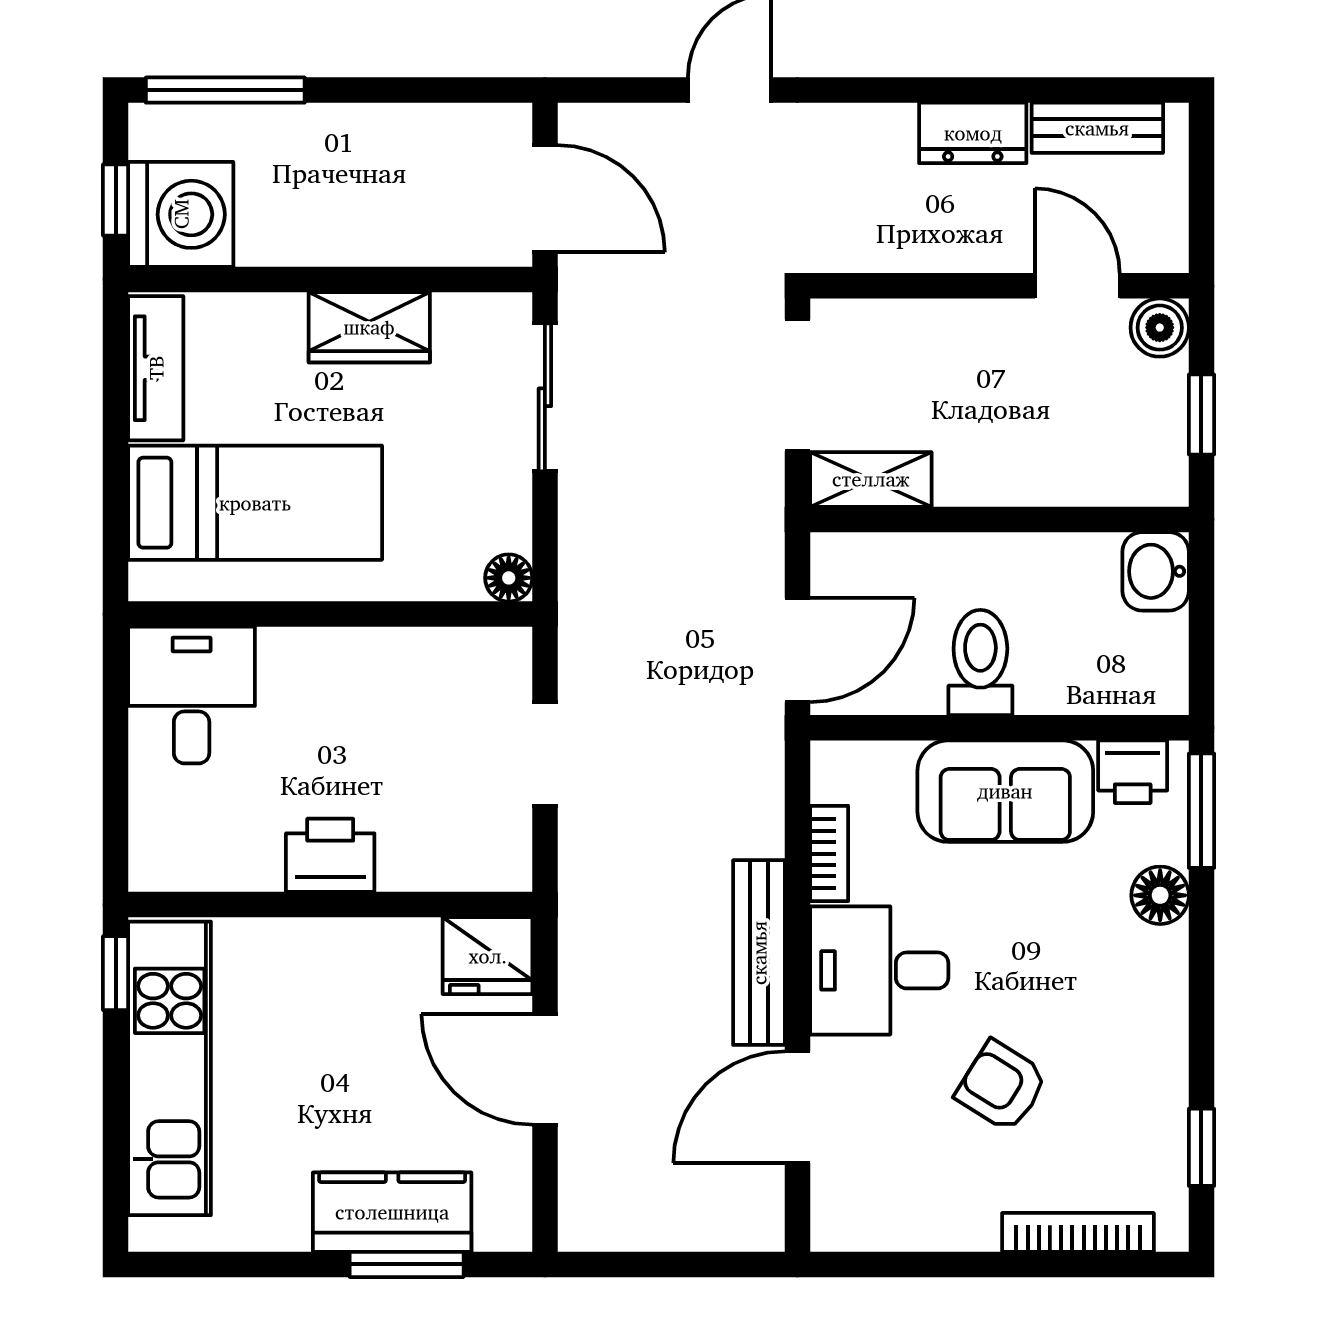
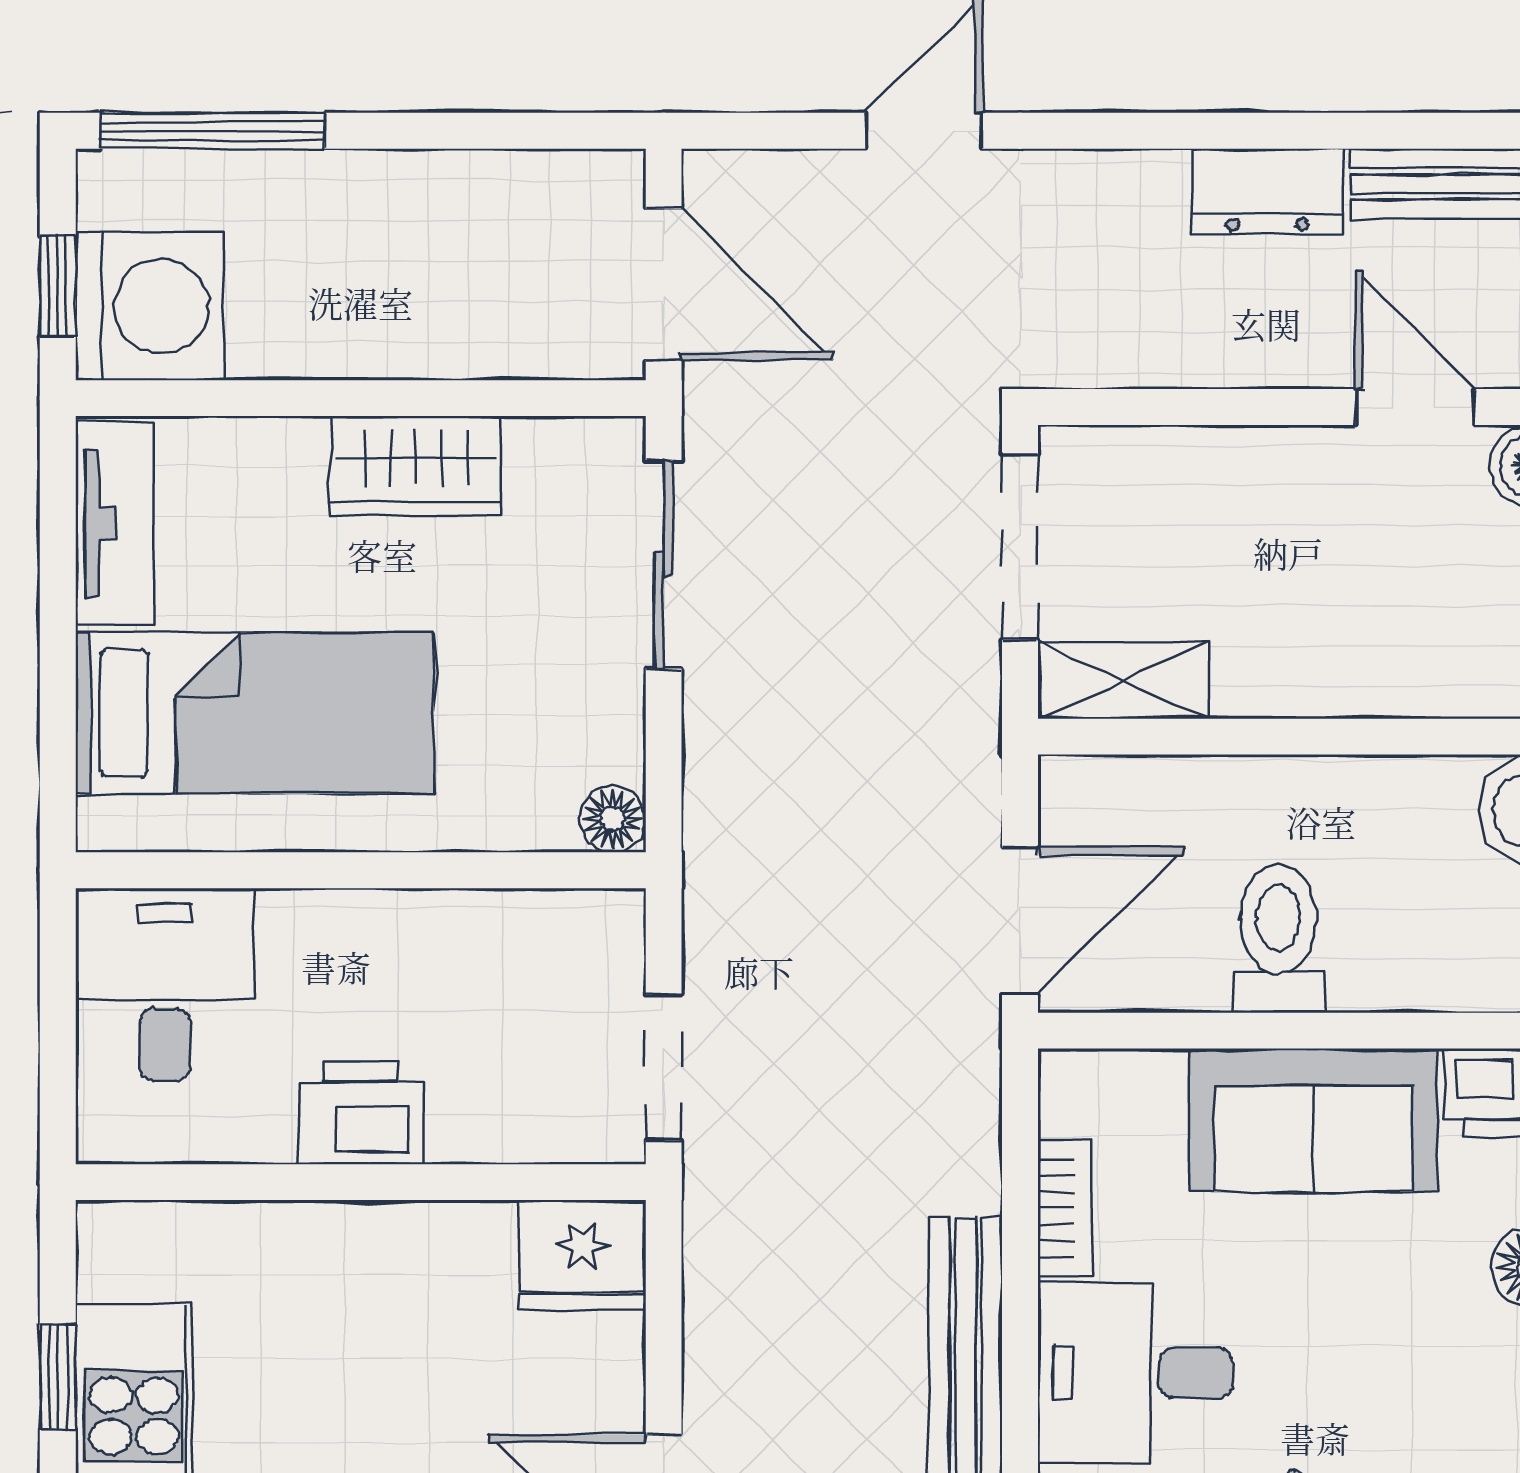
printer: (330, 855) -> (361, 1113), moved
wall: (330, 905) -> (361, 1182), moved
fridge: (488, 956) -> (583, 1254), moved

